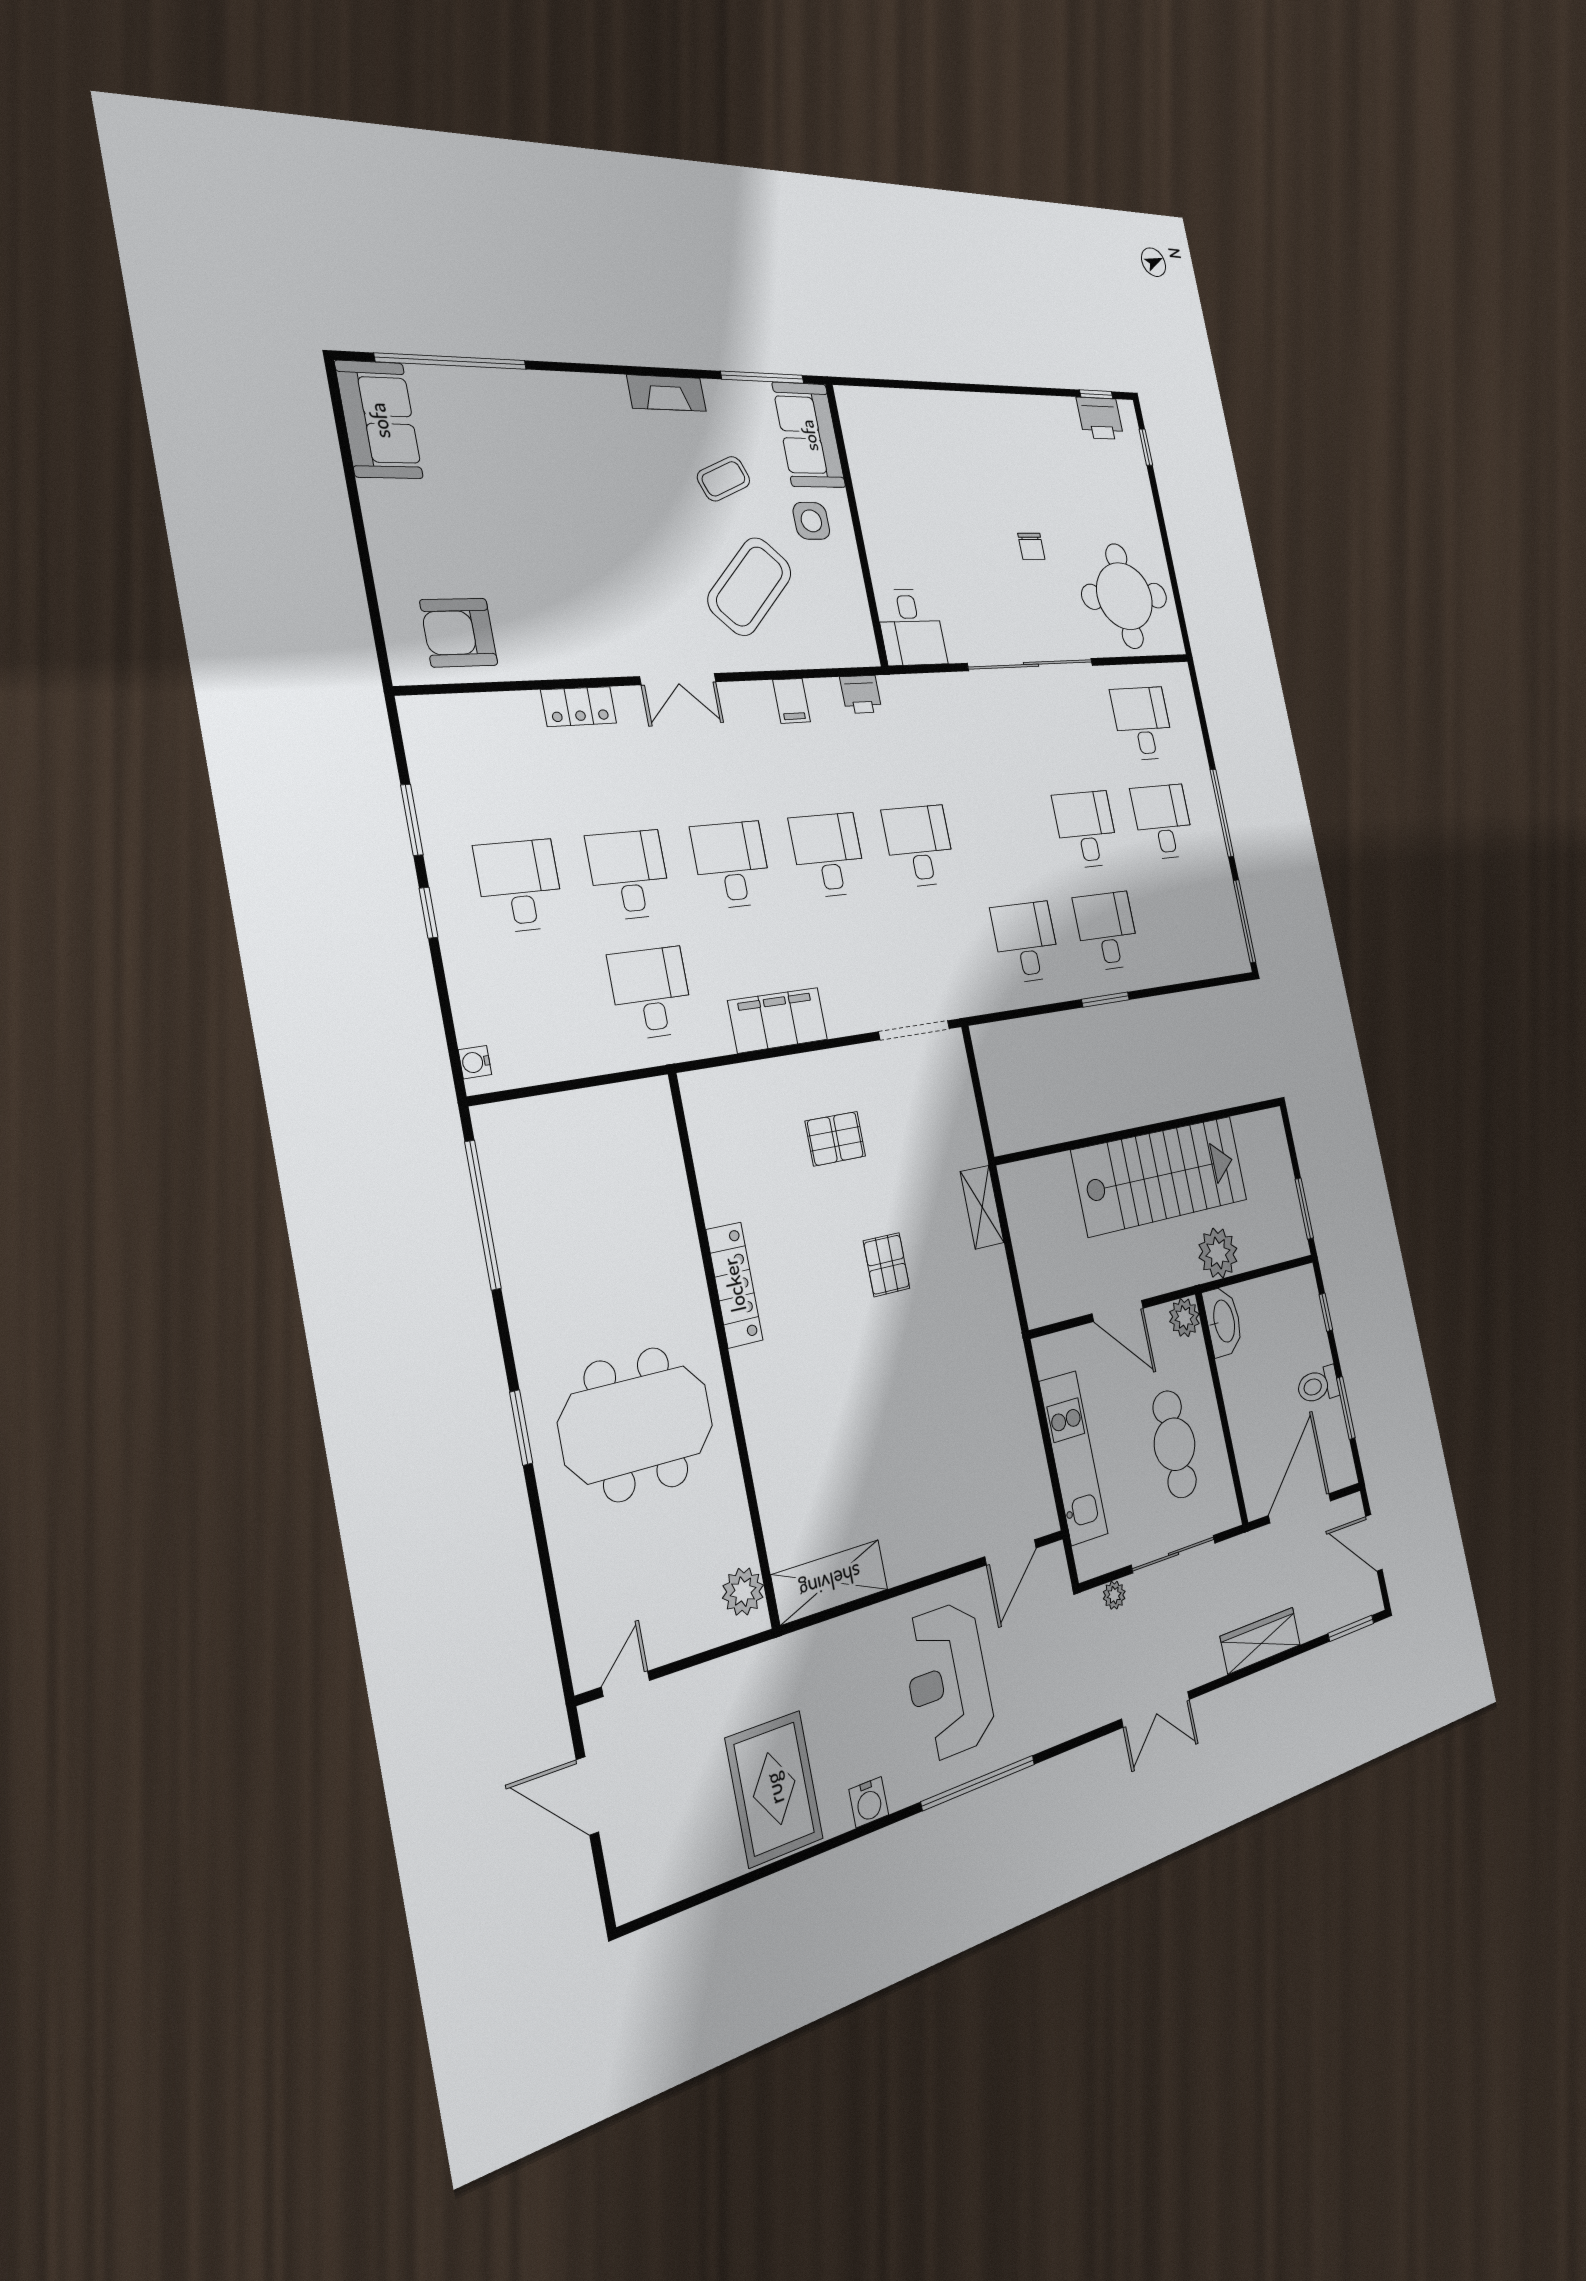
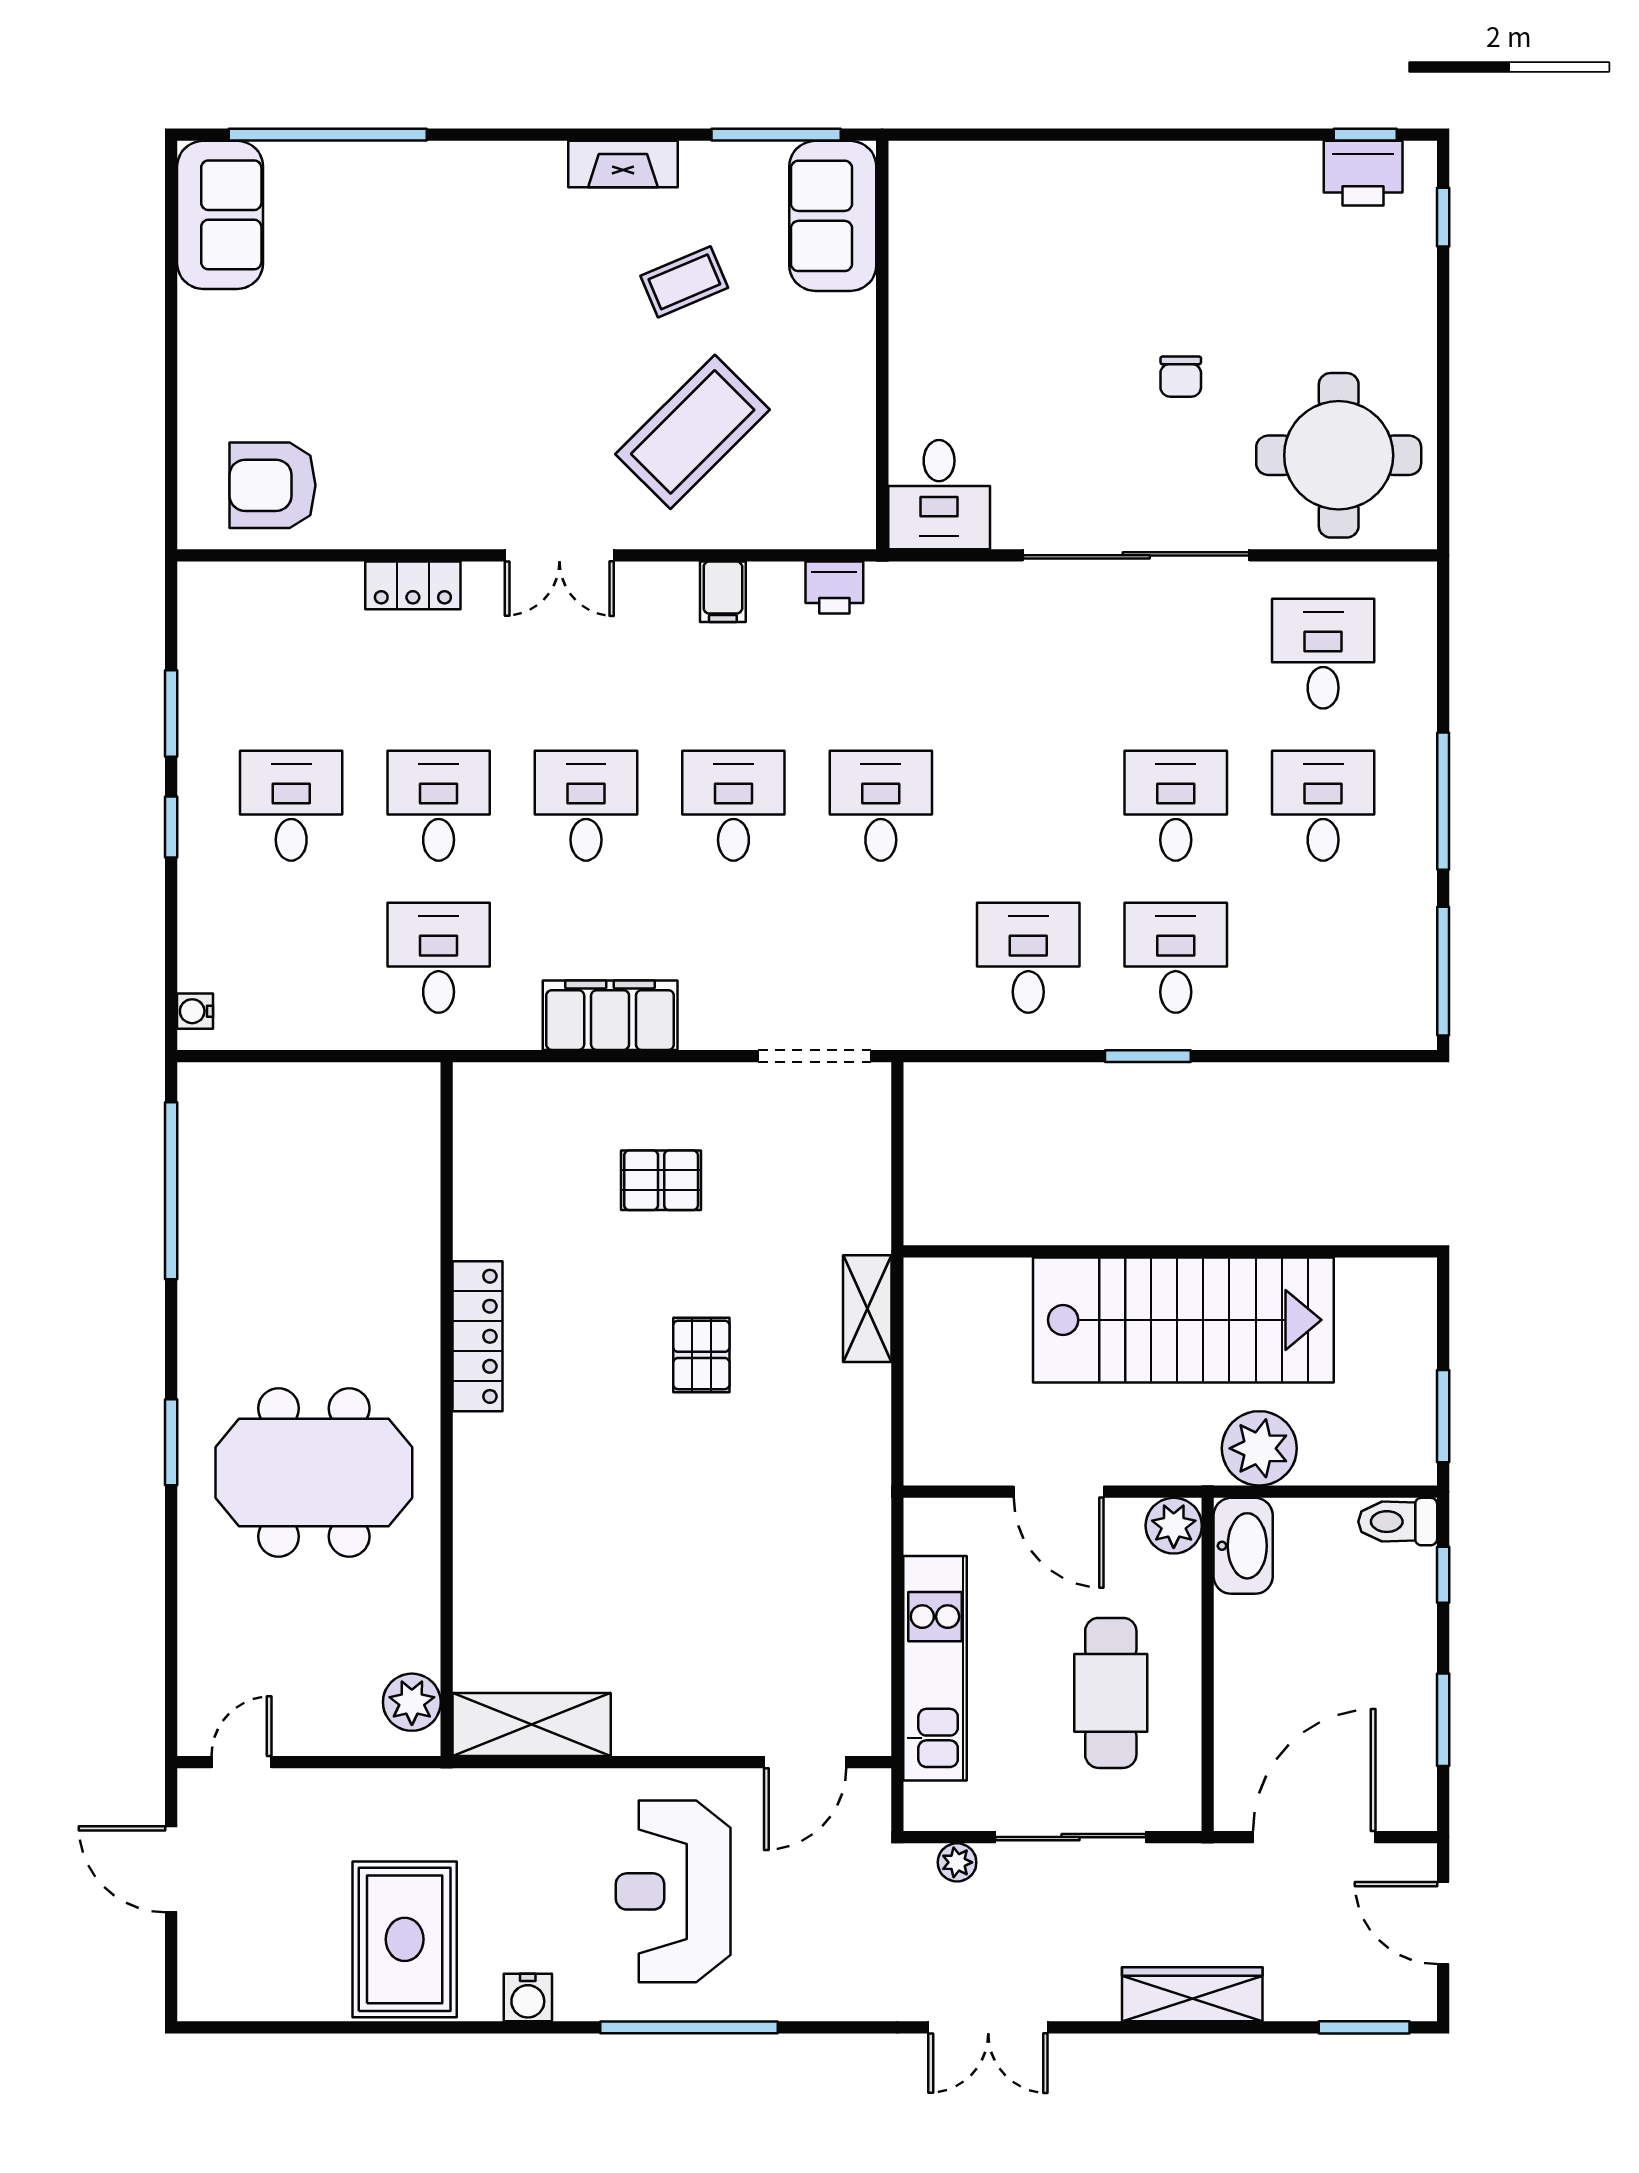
side table: (811, 521) -> (810, 340), removed
toilet: (1318, 1385) -> (1398, 1522), moved

